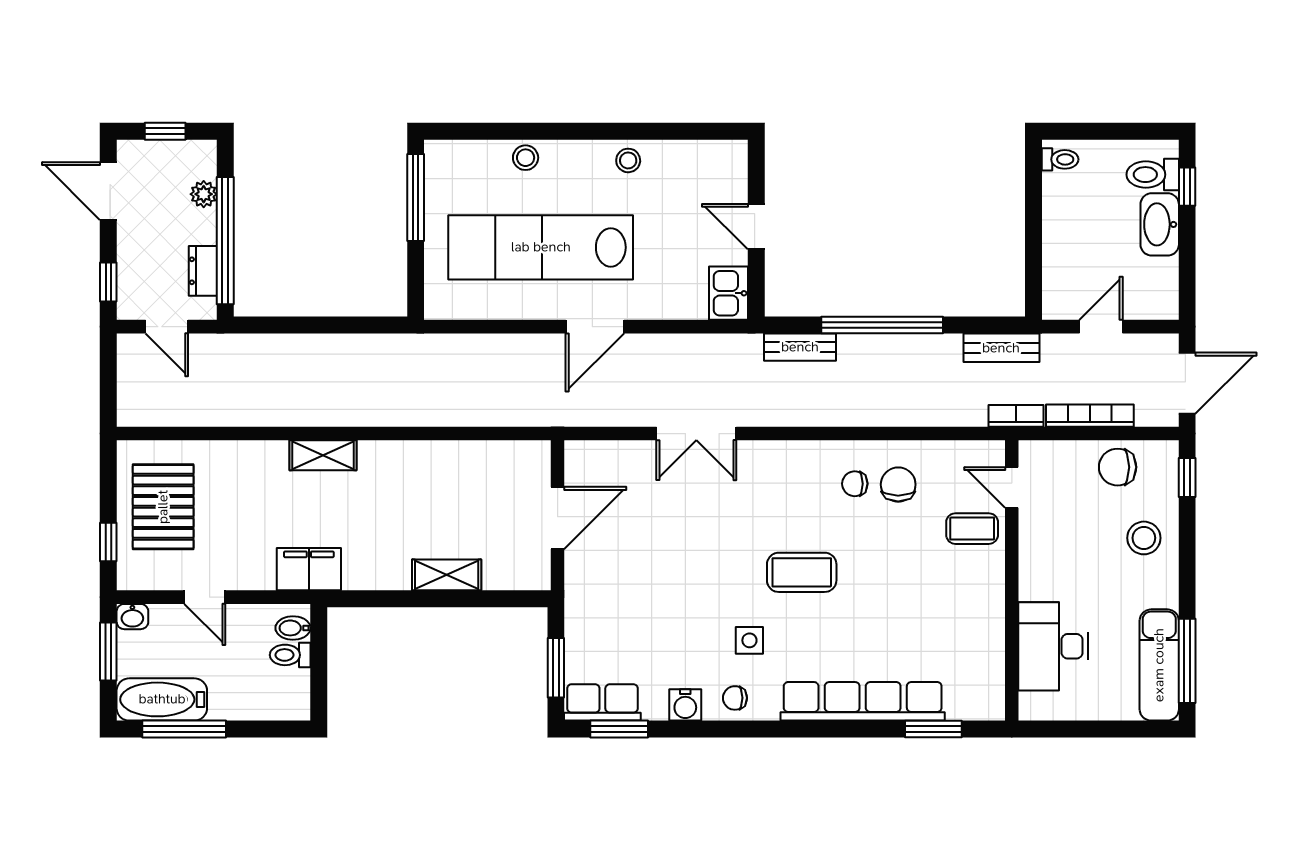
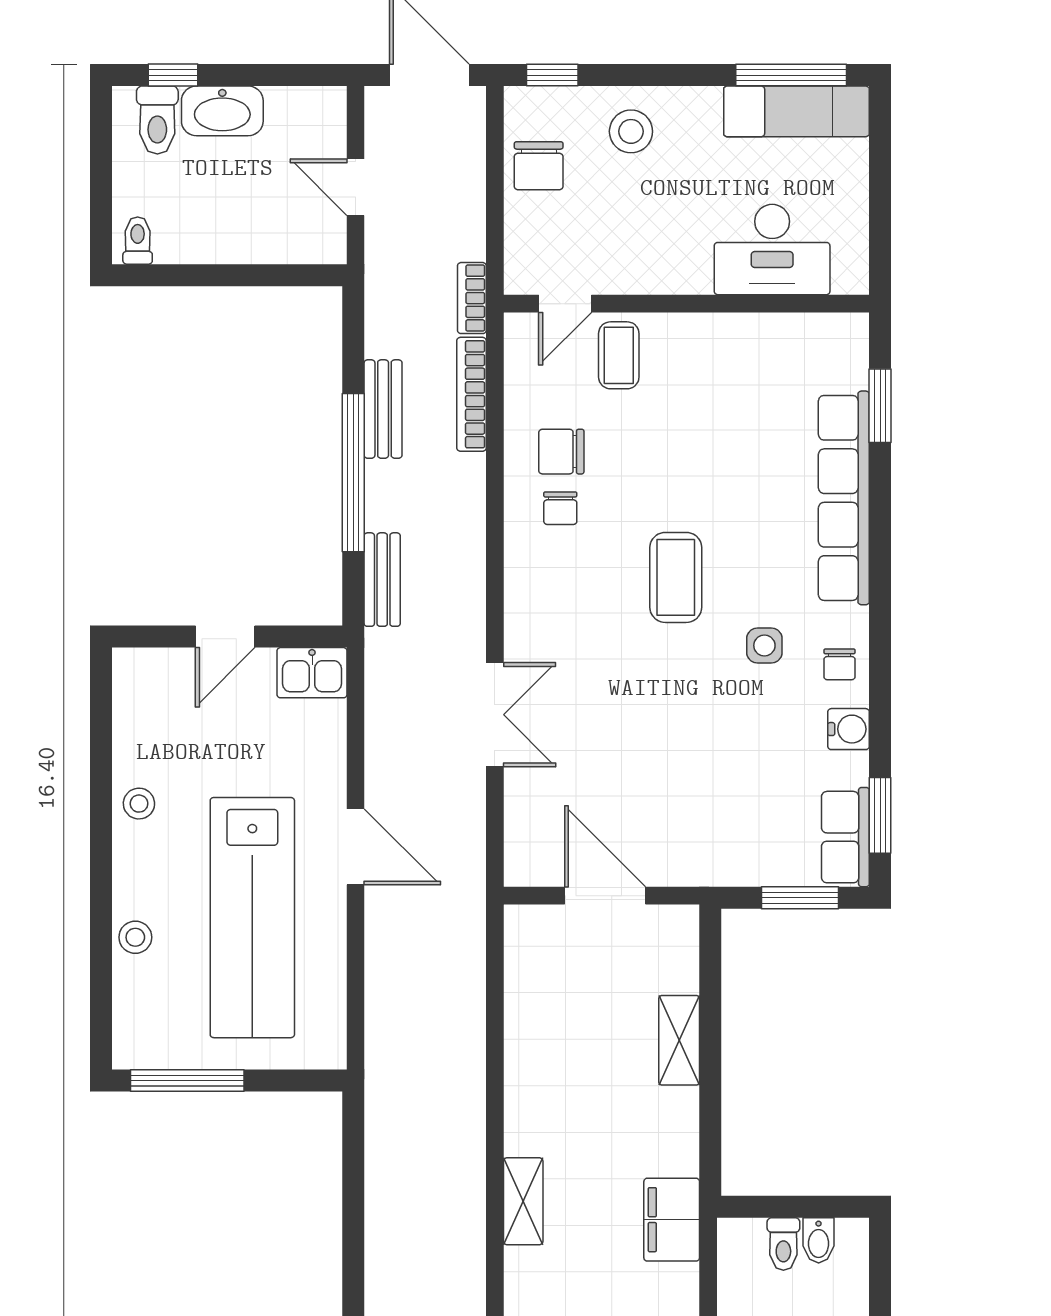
bench: (1001, 348) -> (383, 409), moved
bookcase: (1090, 416) -> (472, 394), moved
bidet: (293, 628) -> (819, 1240), moved

